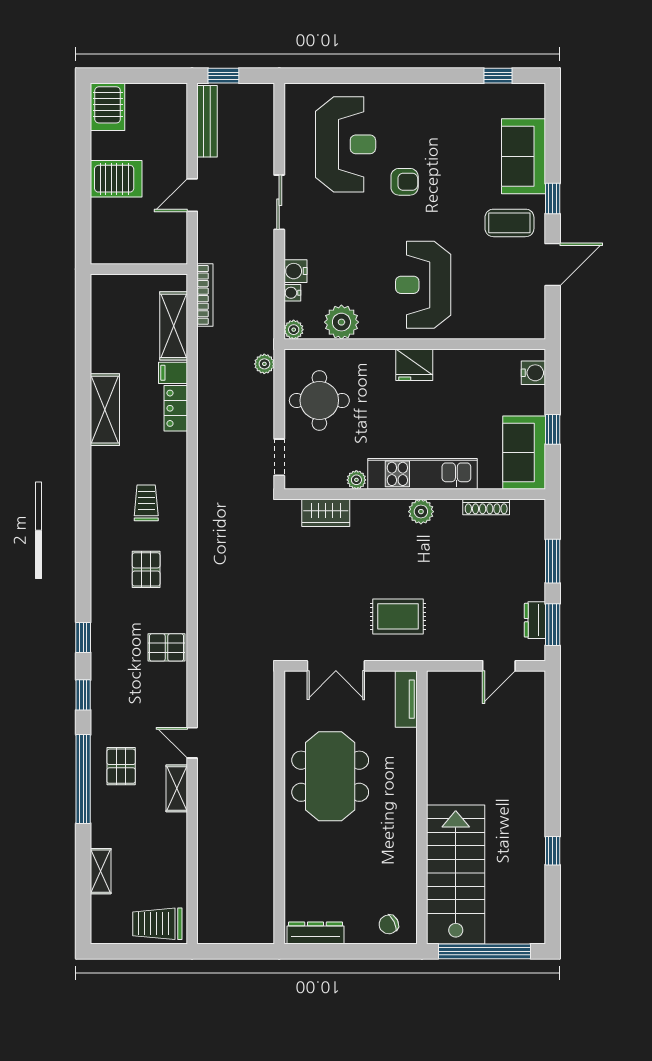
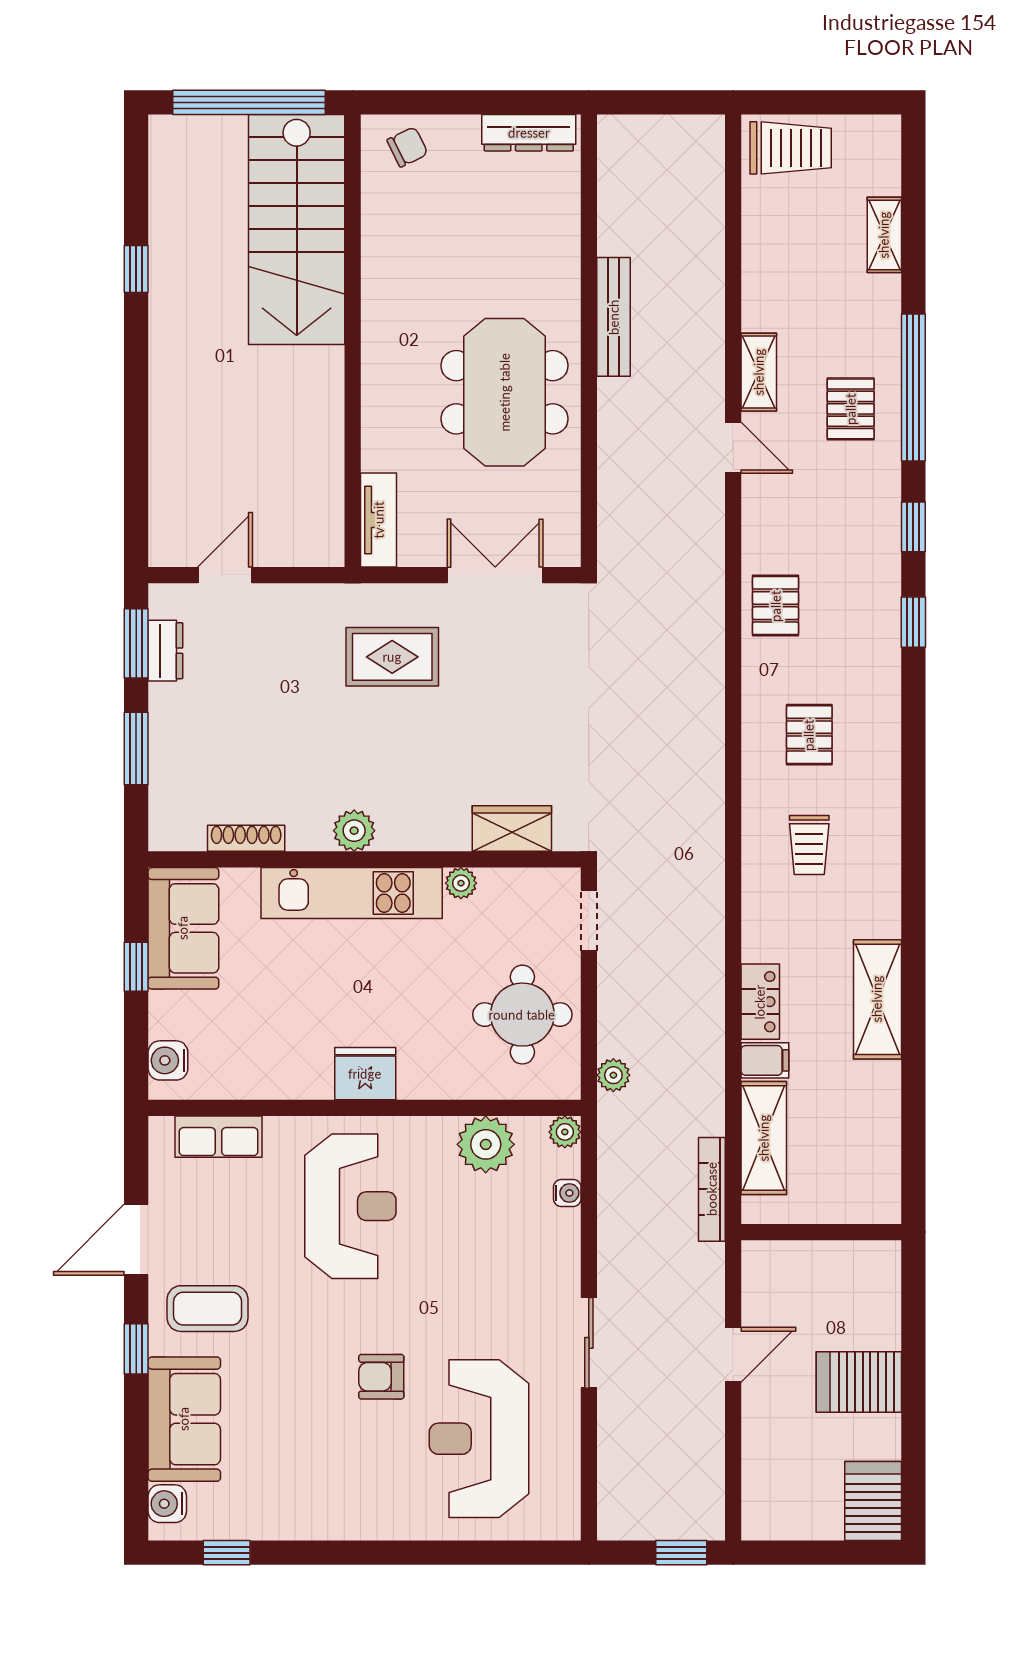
bench: (207, 121) -> (614, 317), moved
water cooler: (296, 271) -> (167, 1504), moved, turned 180
row of seats: (503, 327) -> (218, 1137), added
pallet: (166, 647) -> (776, 606), turned 90

